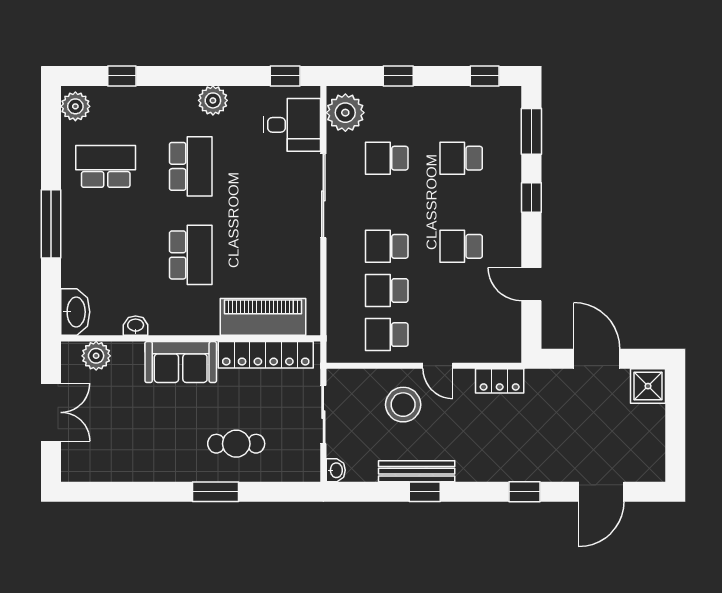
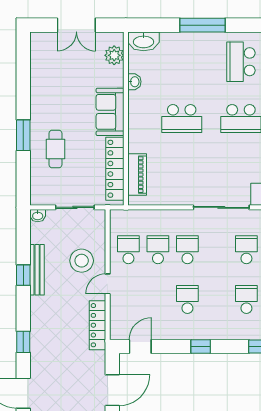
school desk: (106, 166) -> (241, 62), turned 180
window: (531, 197) -> (201, 346), moved
door: (531, 284) -> (140, 346), moved
piano: (263, 317) -> (137, 175), width x0.73, depth x0.75
locker: (500, 381) -> (97, 325), width x1.53

